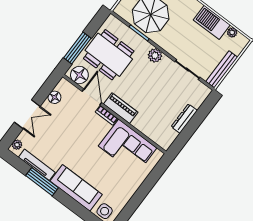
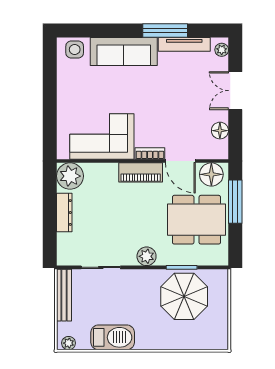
plant: (232, 32) -> (69, 343), moved
plant: (164, 138) -> (70, 176), added

